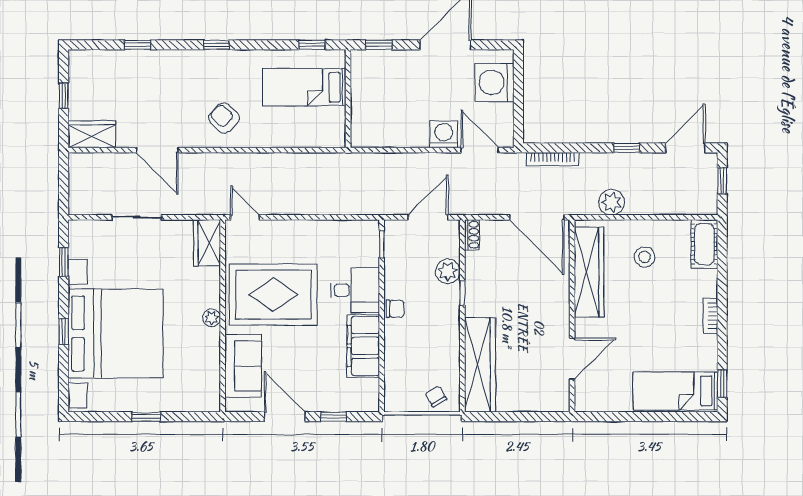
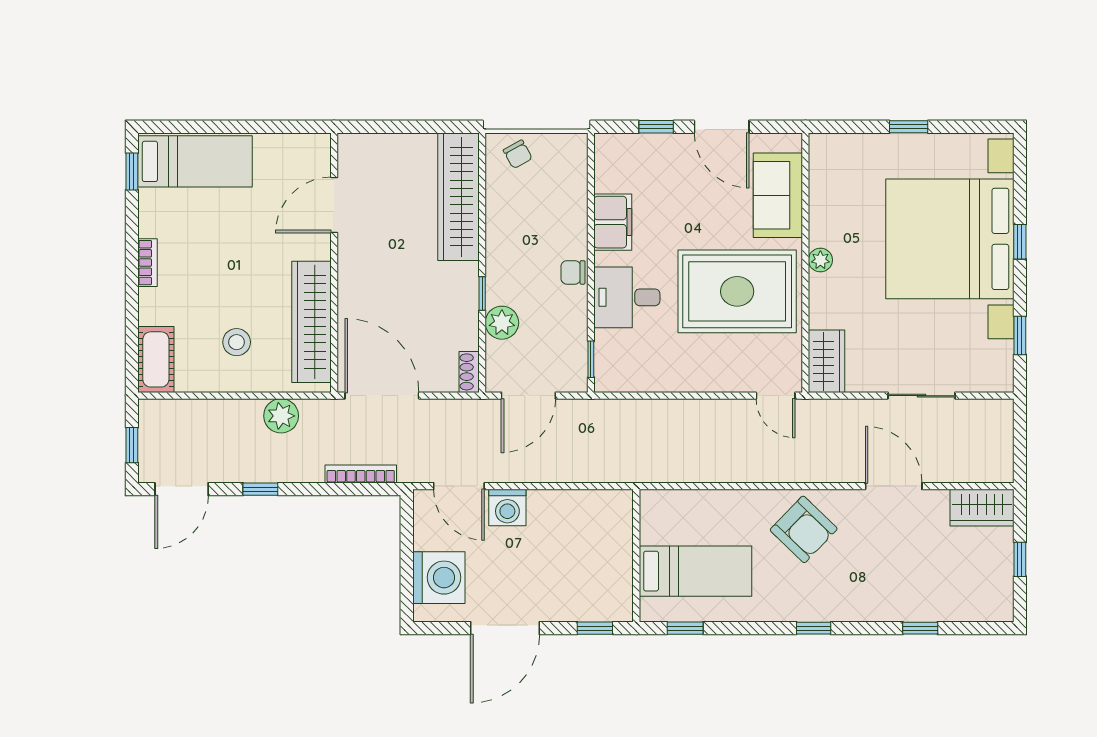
armchair: (224, 118) -> (804, 529), width x1.38, depth x1.38
filing cabinet: (363, 346) -> (613, 222), width x0.67, depth x0.86

